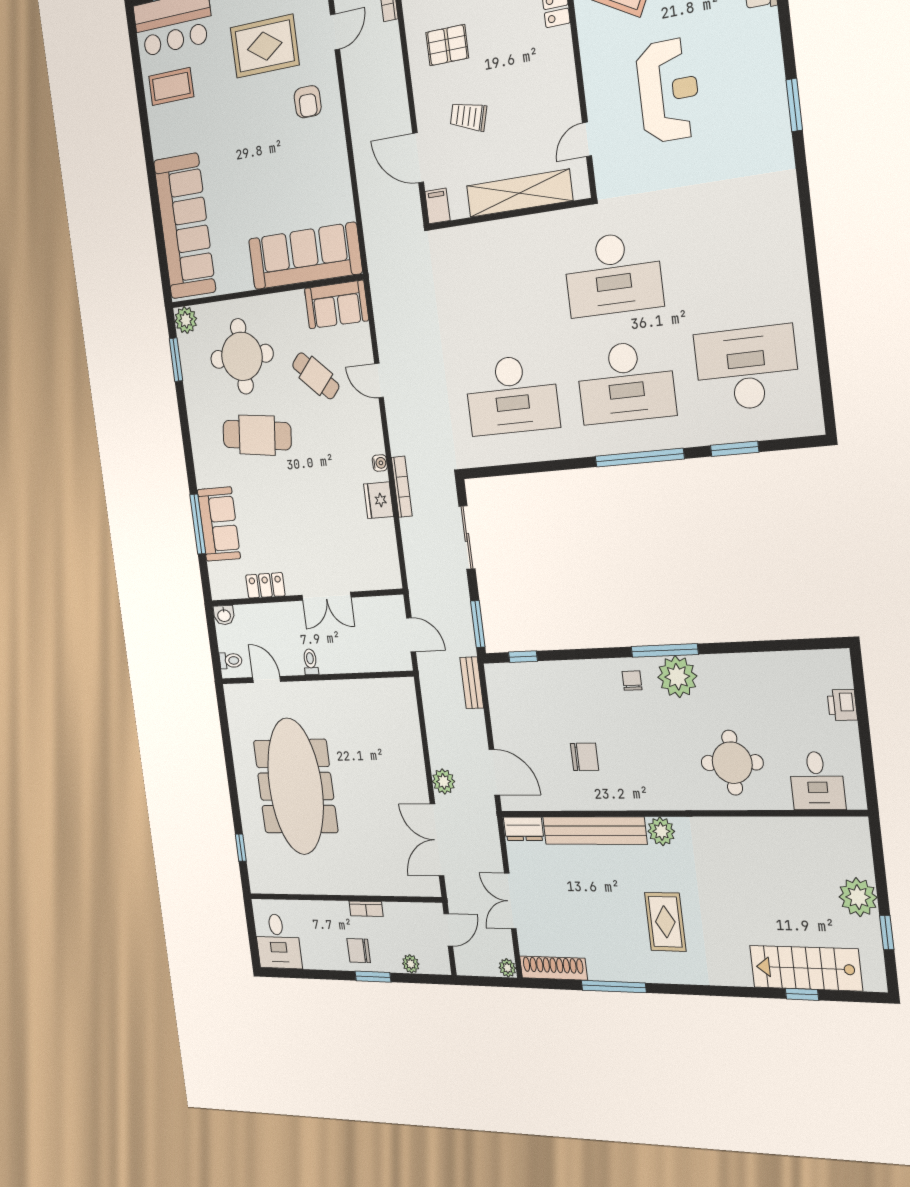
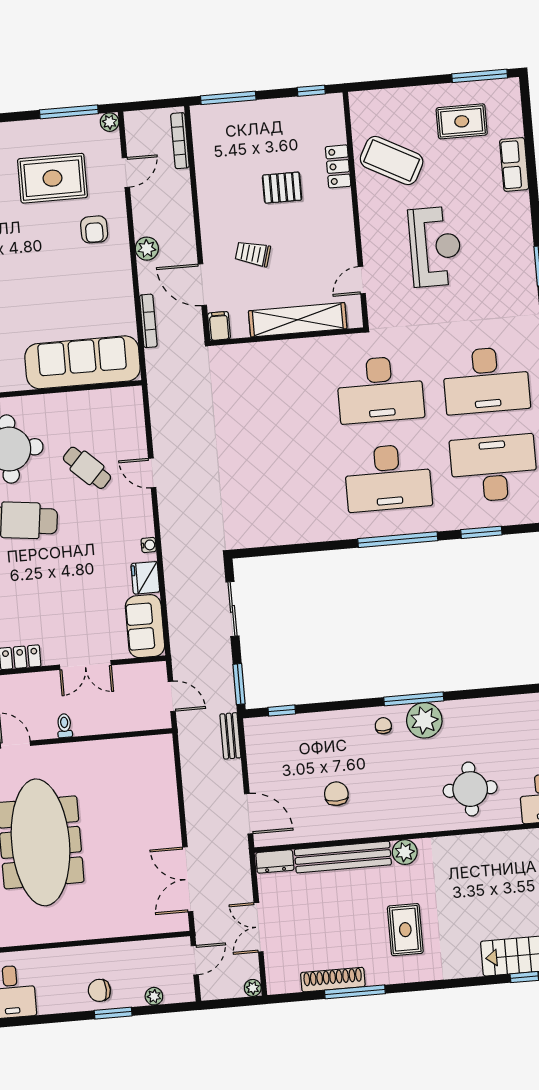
pallet: (447, 45) -> (282, 188), moved
sofa: (336, 304) -> (145, 626), moved, turned 90
desk: (512, 395) -> (486, 380), moved
bookcase: (402, 487) -> (148, 321), moved
chair: (585, 757) -> (336, 794), turned -90
plant: (444, 781) -> (147, 249), moved
bookcase: (366, 909) -> (110, 950), removed
shoe rack: (553, 968) -> (333, 980), moved

